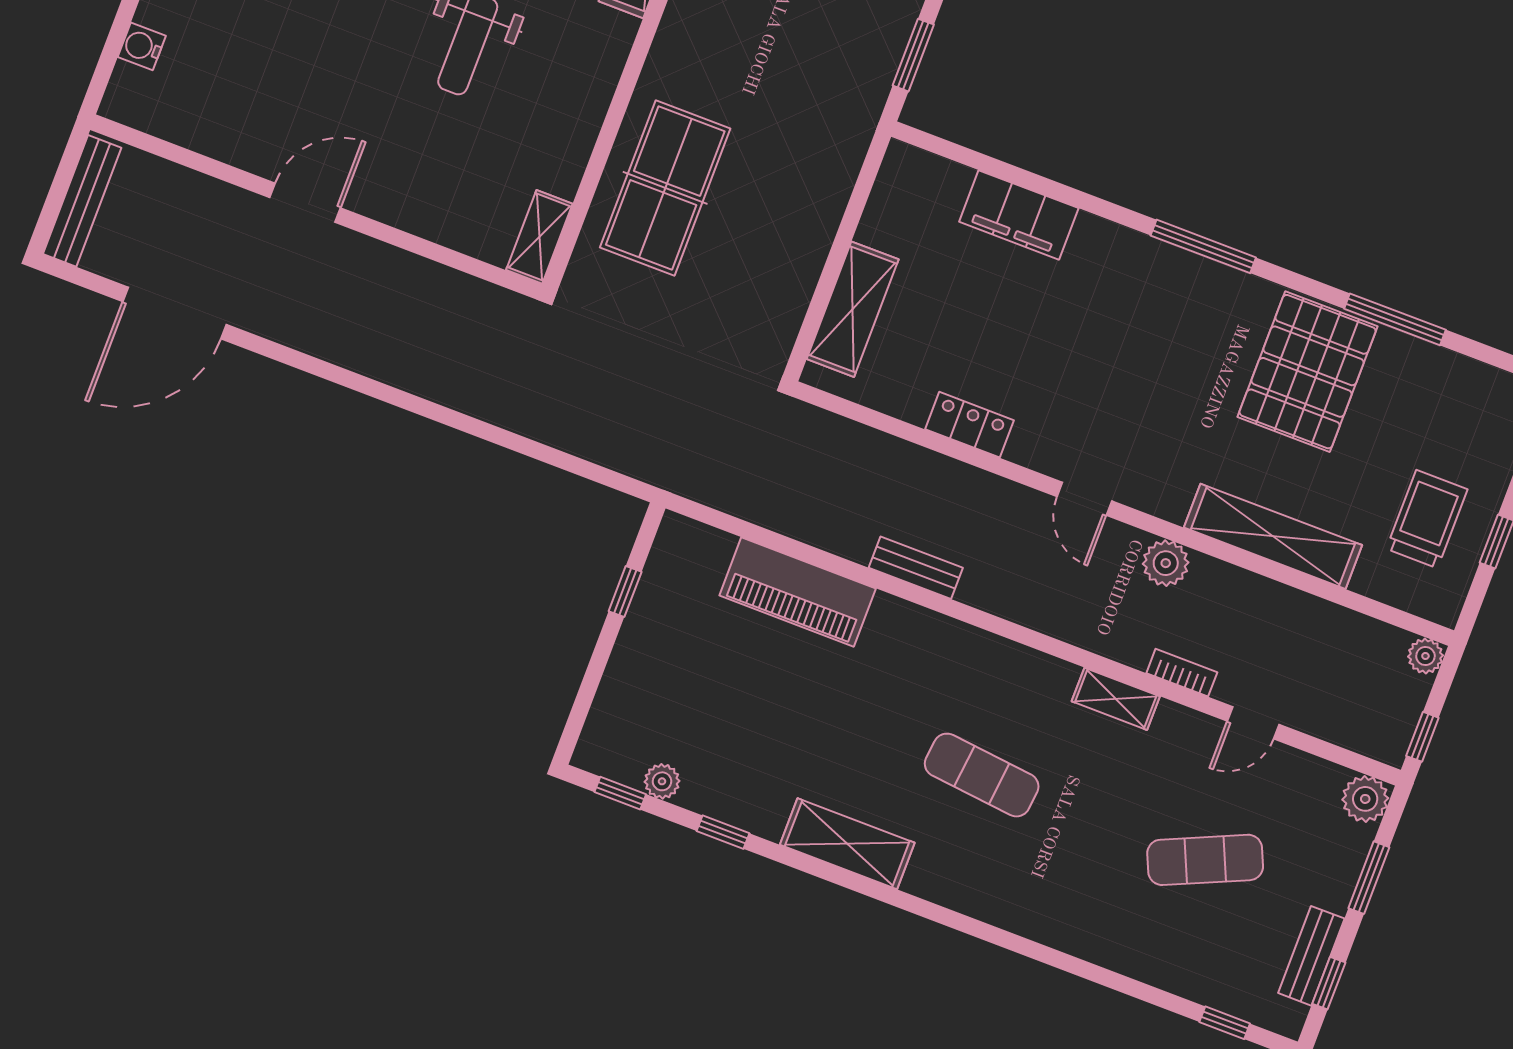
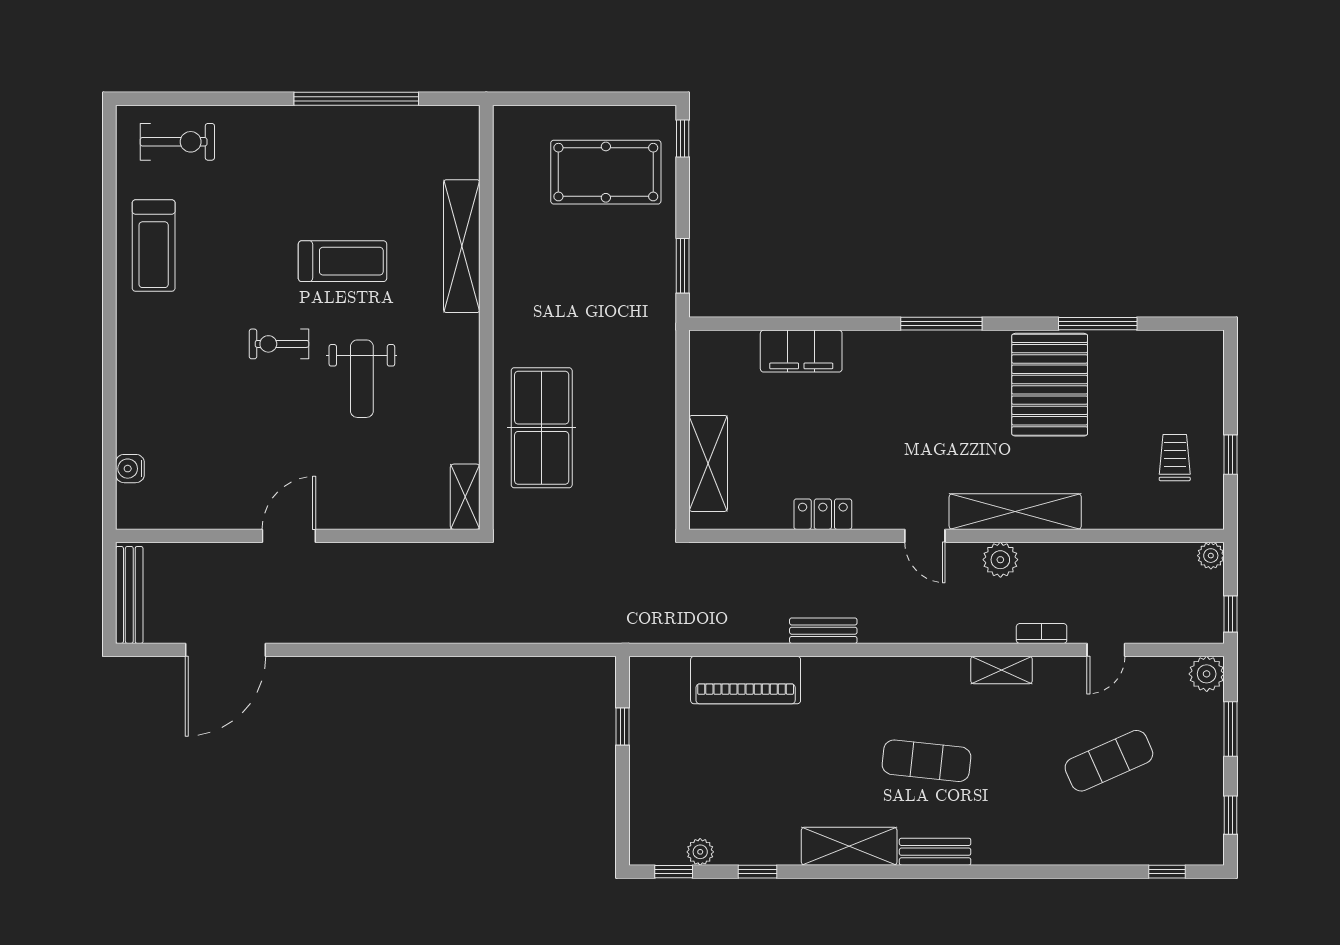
trolley: (1427, 519) -> (1175, 458), width x0.73, depth x0.72
shelving: (1273, 536) -> (1015, 512), moved
bench: (1311, 956) -> (935, 852), moved, turned 90

